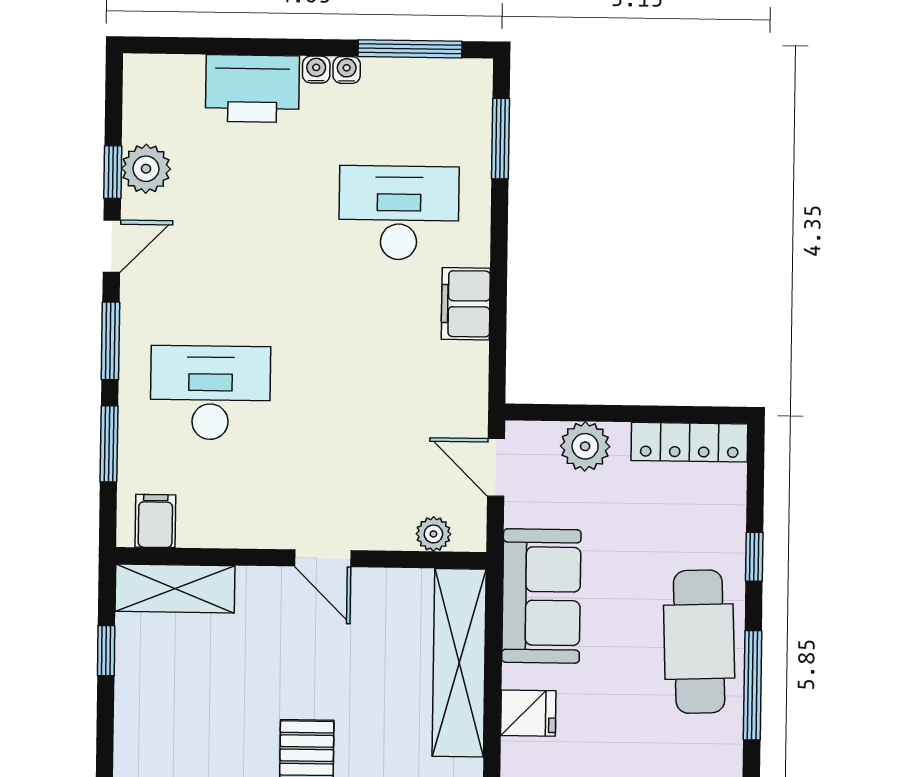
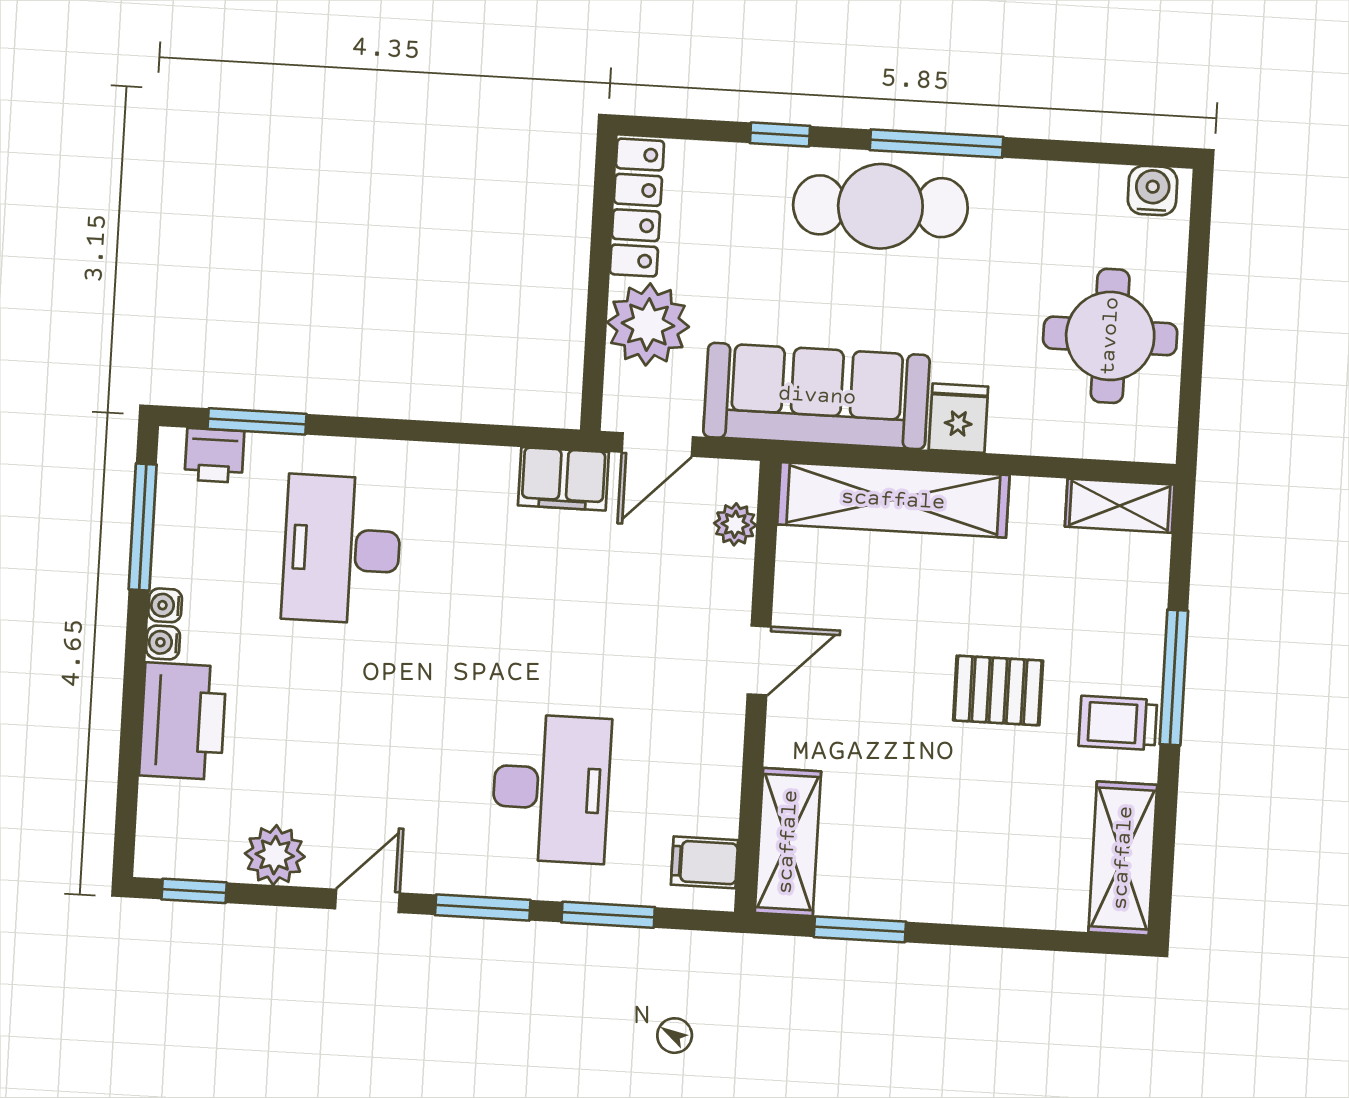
printer: (471, 105) -> (214, 455), added
window: (113, 172) -> (194, 891), moved
door: (112, 246) -> (367, 901), hinge flipped
filing cabinet: (466, 304) -> (563, 479), moved
desk: (210, 393) -> (551, 788), turned 180
plant: (585, 446) -> (648, 324), width x1.36, depth x1.36
sofa: (541, 596) -> (817, 396), width x1.36
window: (106, 651) -> (860, 929), width x1.50

